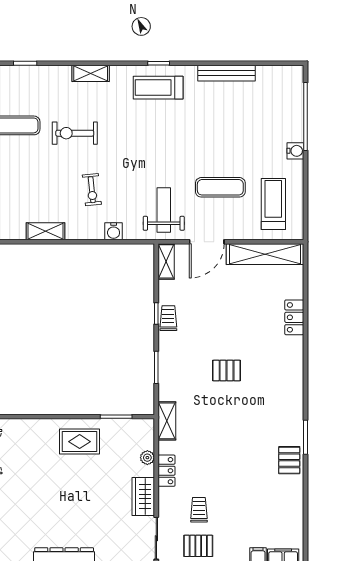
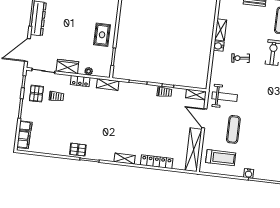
water cooler: (114, 231) -> (219, 46), moved
locker: (294, 317) -> (157, 162), width x1.53
pallet: (227, 371) -> (132, 121), removed
shelving: (295, 375) -> (125, 159), added

